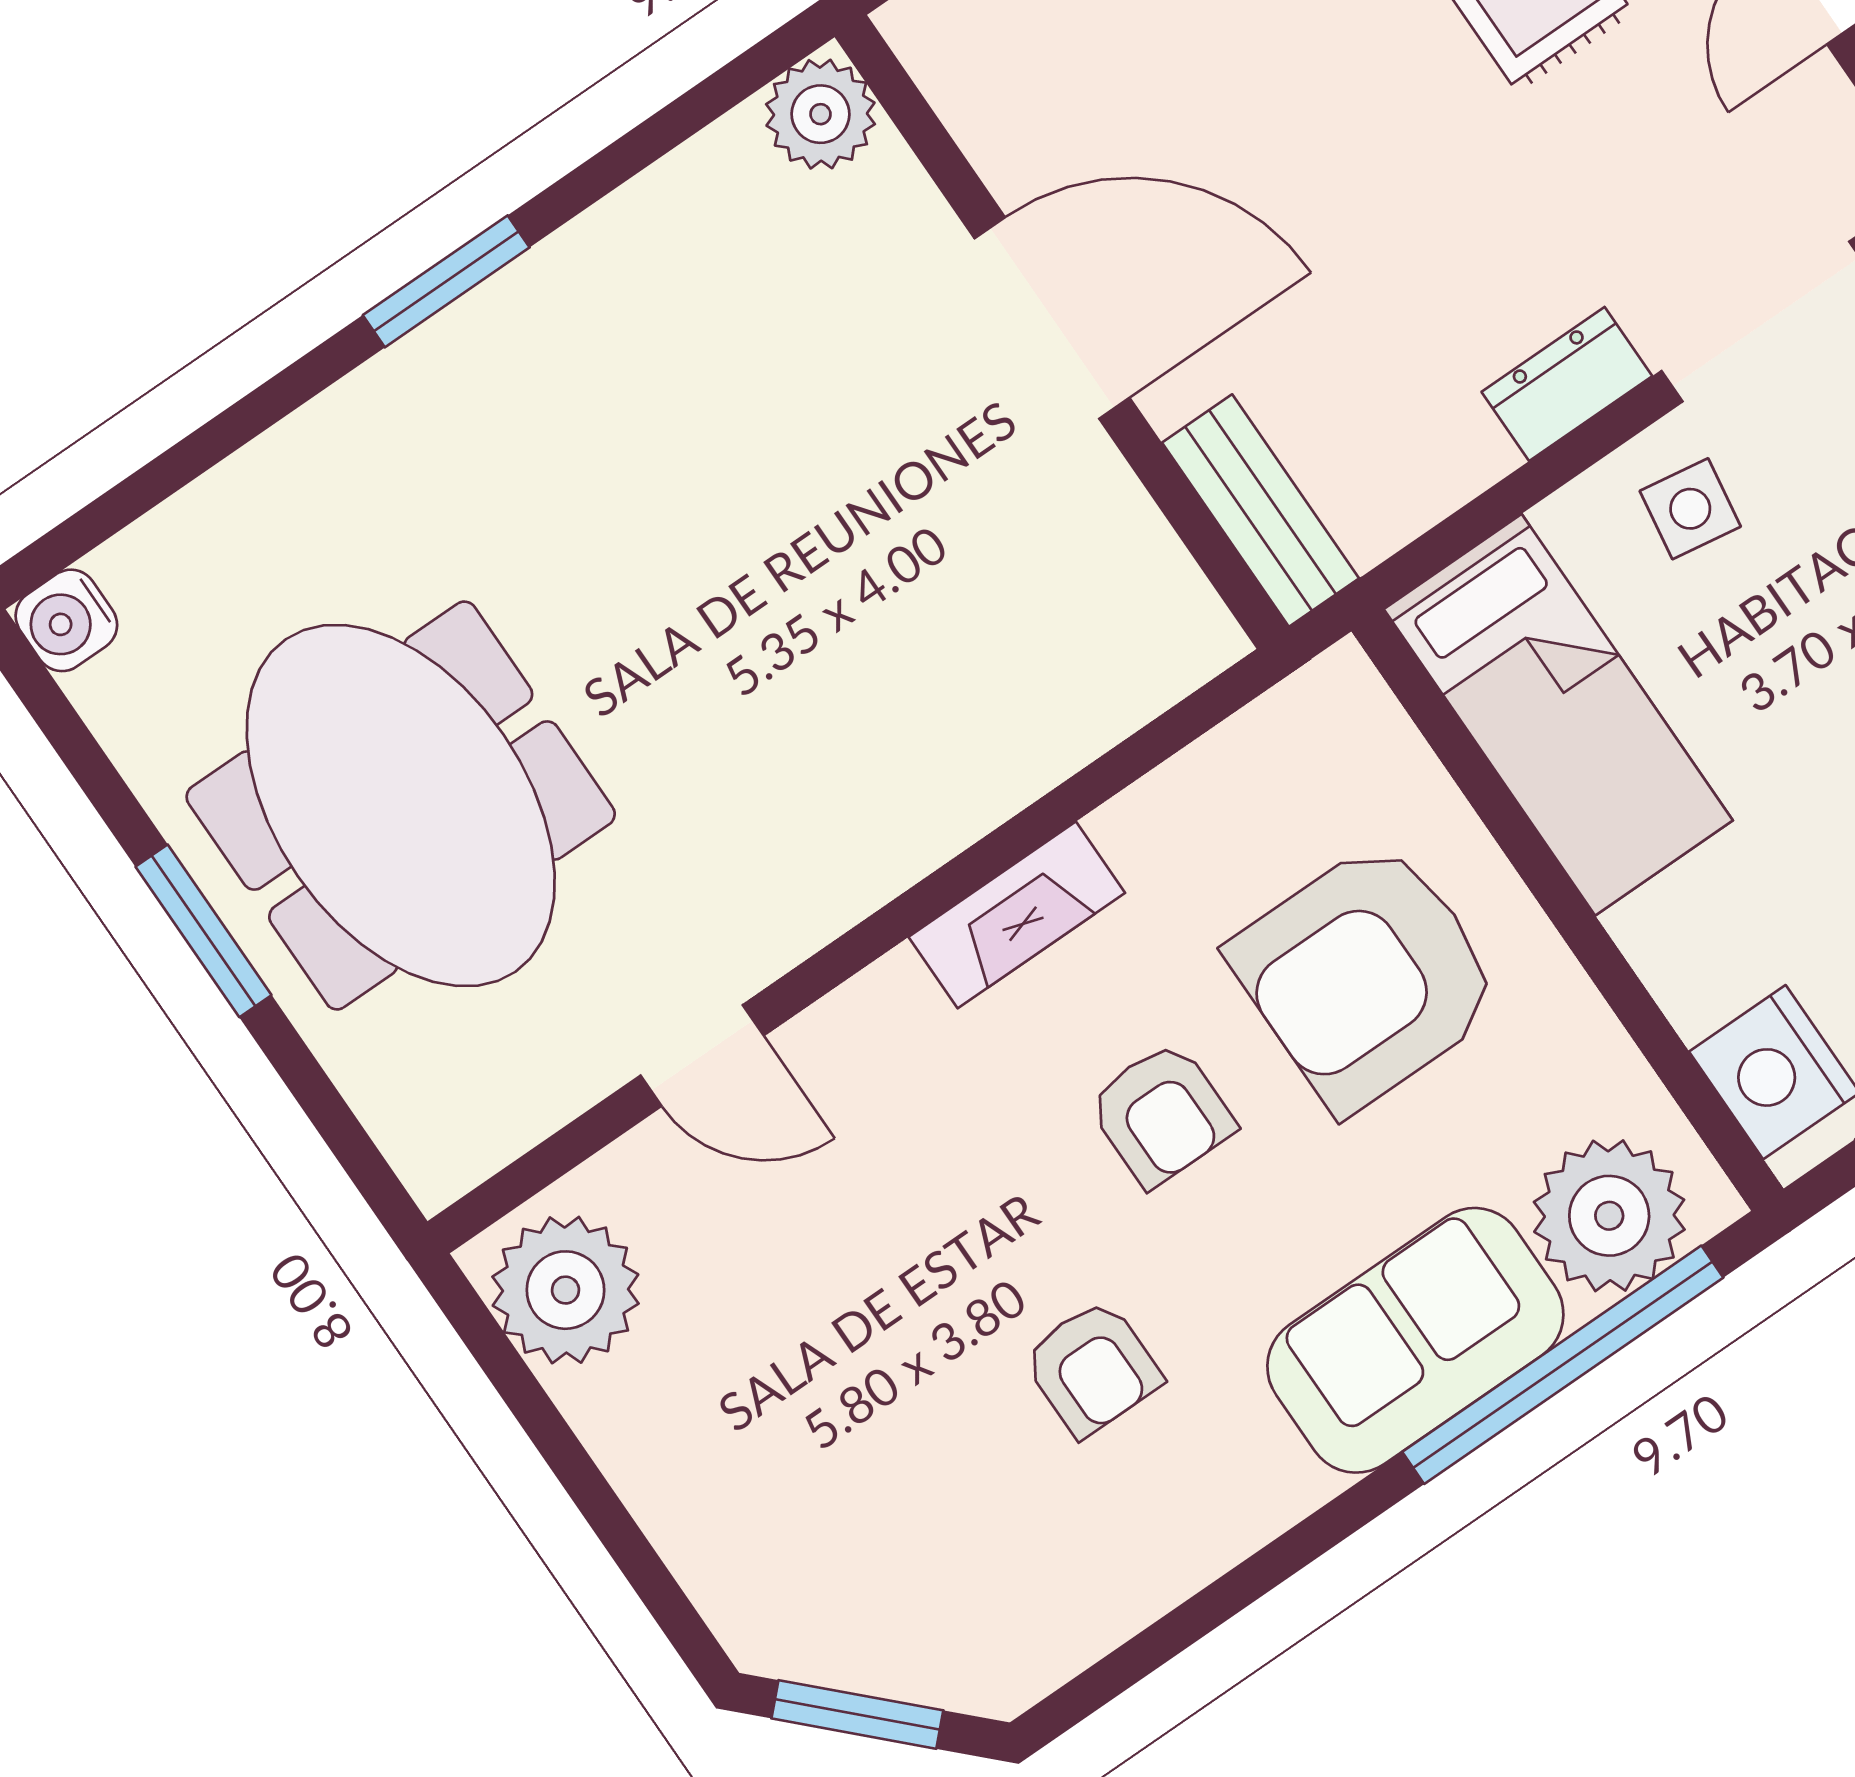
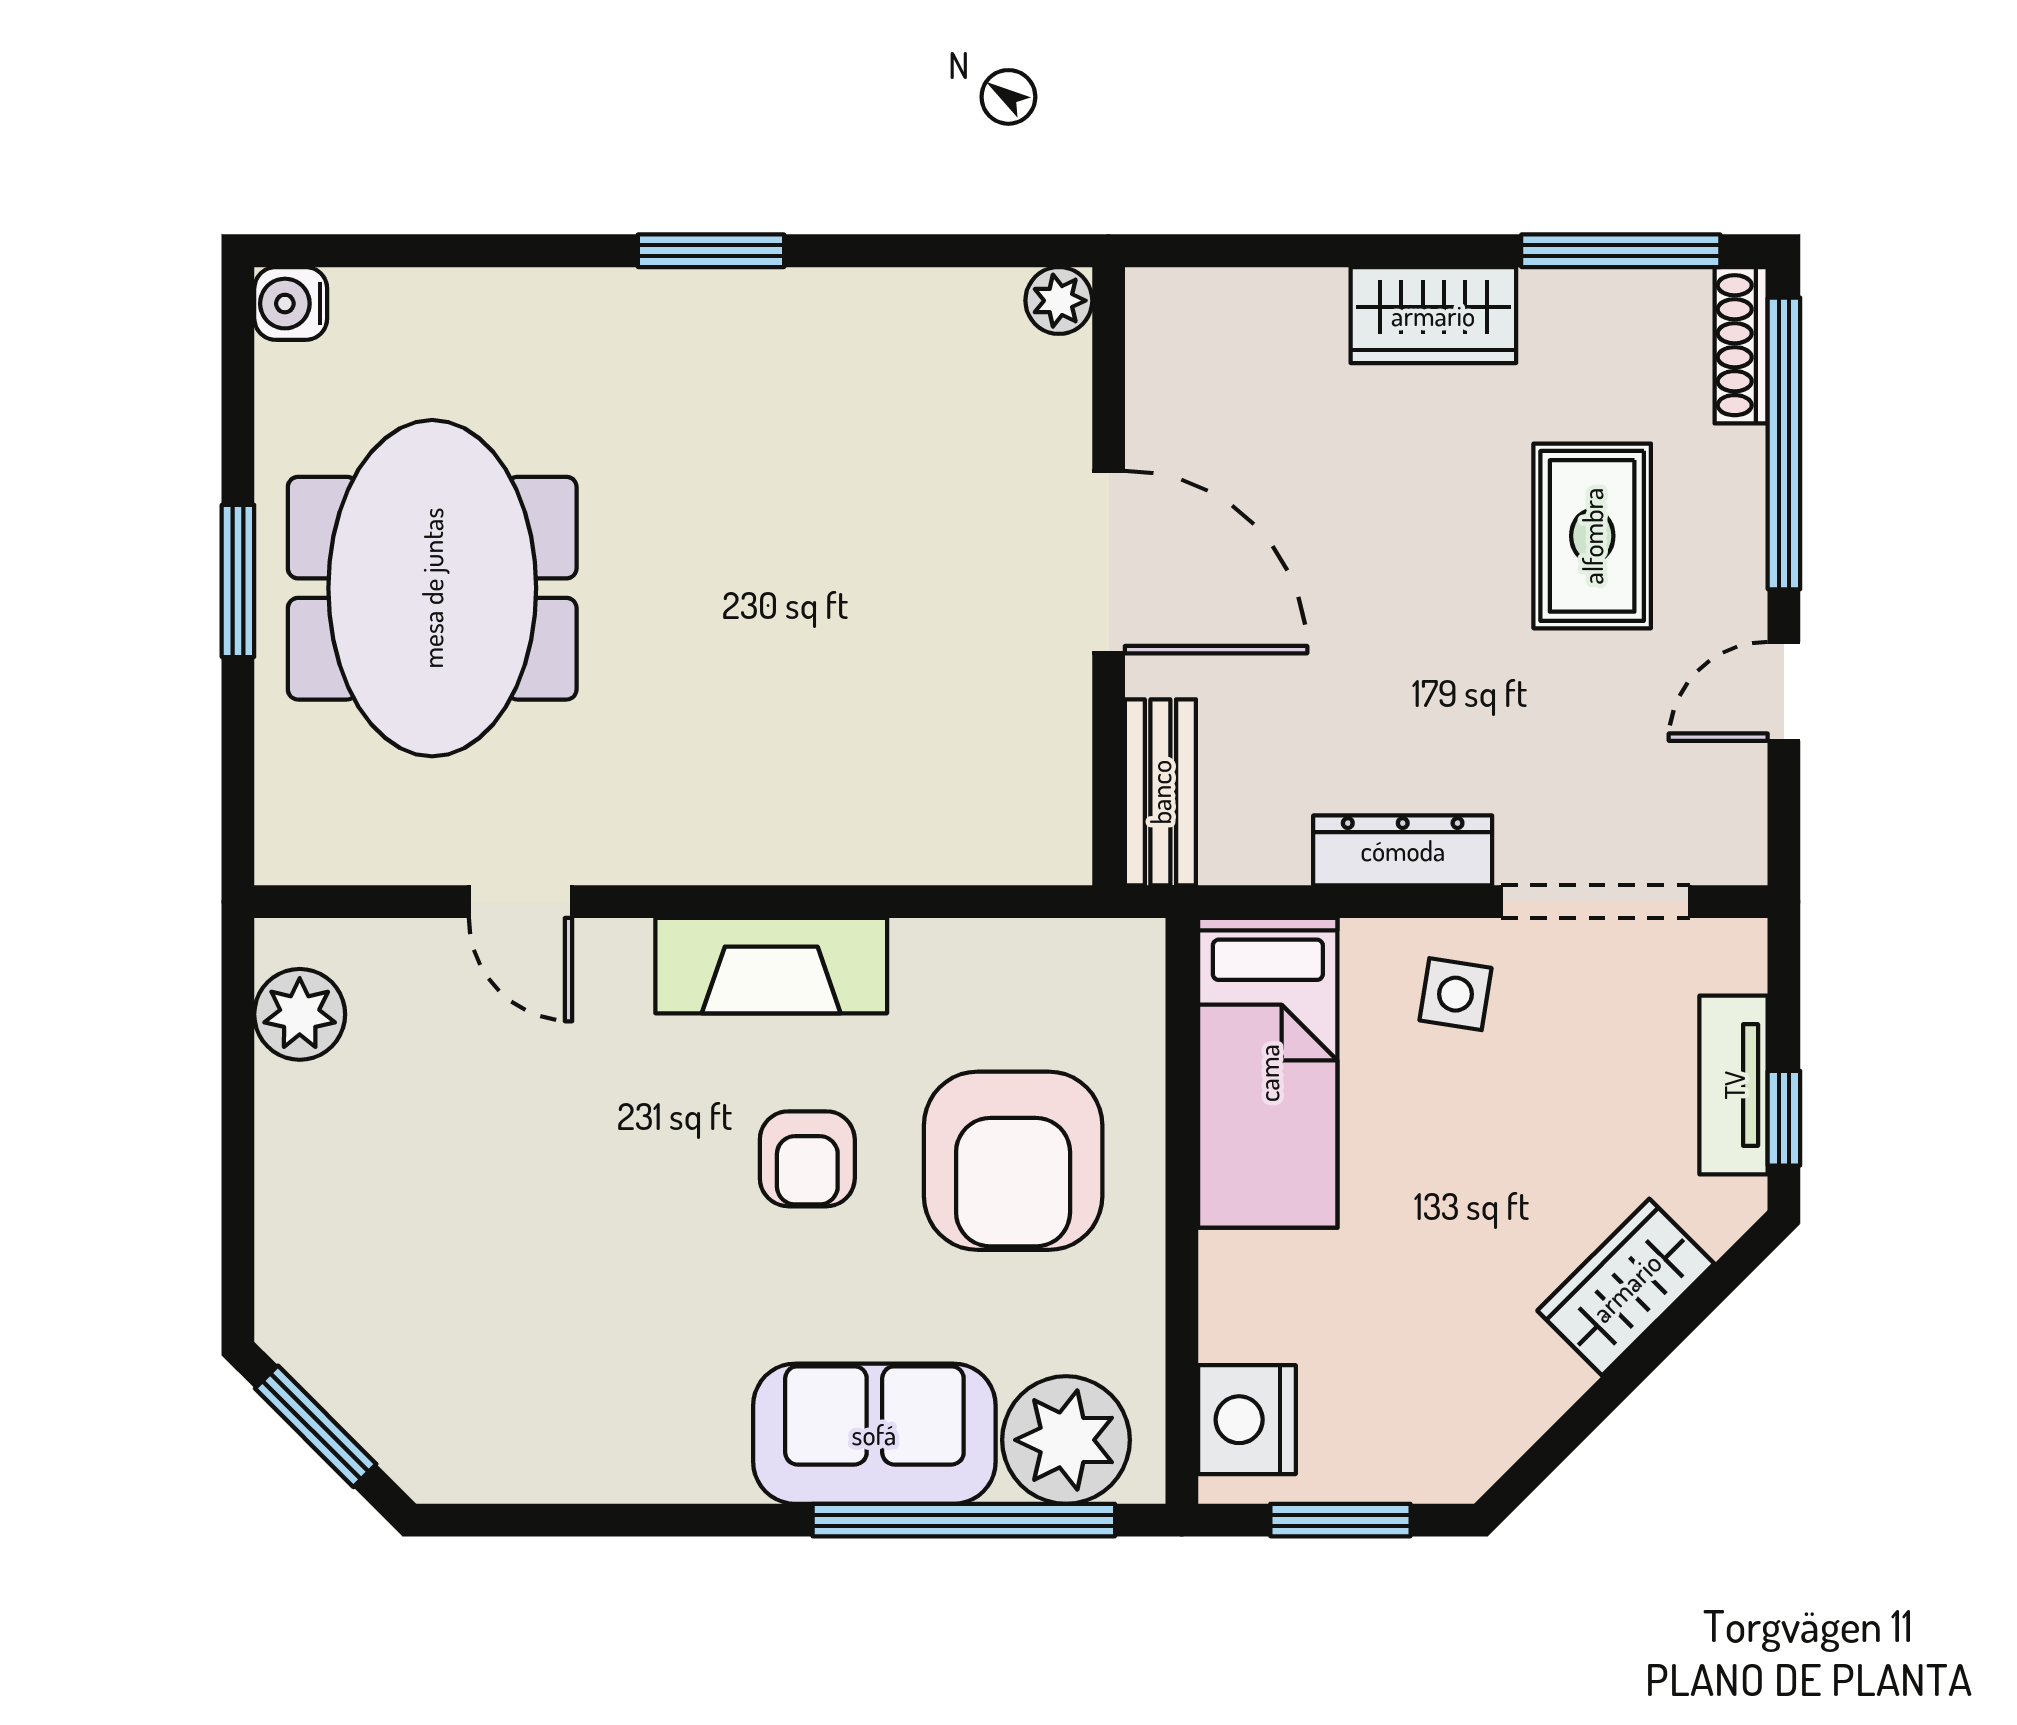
plant: (820, 114) -> (1059, 301), width x0.73, depth x0.73
dresser: (1567, 384) -> (1403, 850), width x1.44
fireplace: (1017, 915) -> (771, 966), width x1.37, depth x1.32
armchair: (1366, 976) -> (1013, 1161), turned -90
plant: (565, 1290) -> (300, 1014), width x0.73, depth x0.73
armchair: (1092, 1368) -> (640, 1300), removed

